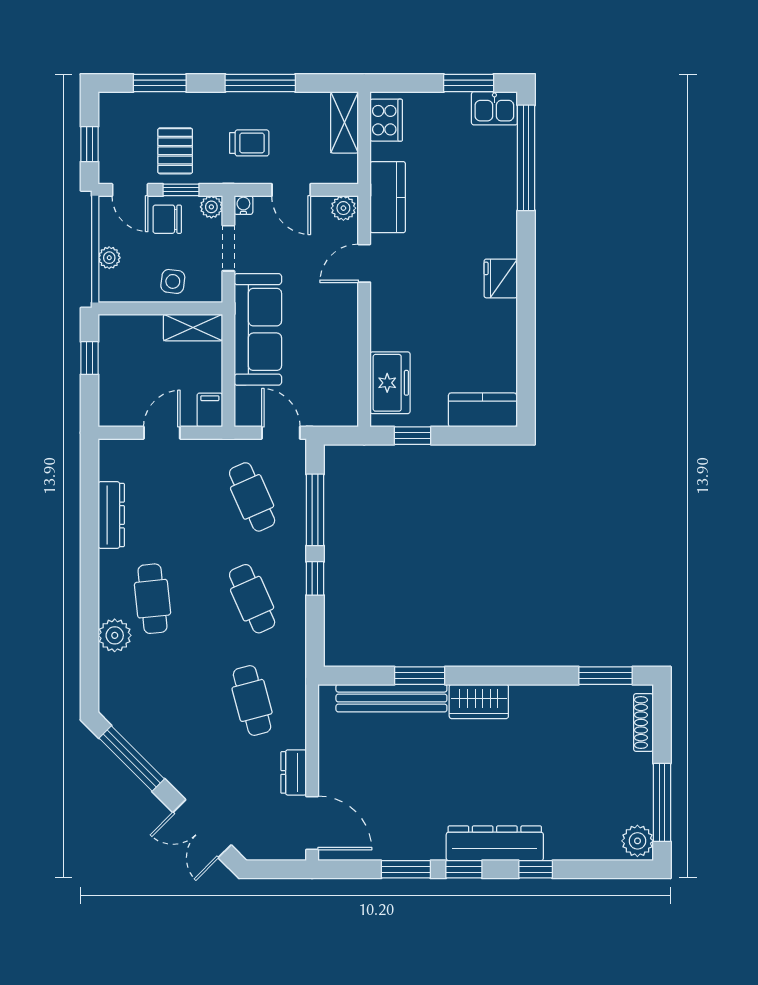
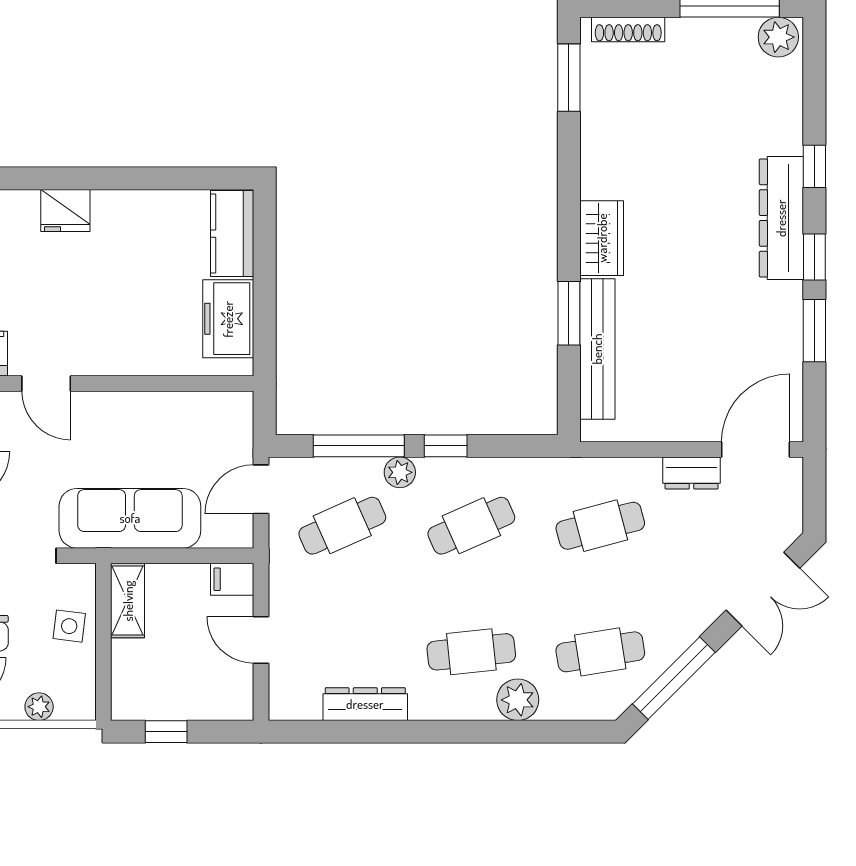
freezer: (390, 383) -> (228, 319), moved, turned -90
window: (413, 436) -> (265, 322), removed
plant: (294, 542) -> (400, 472), added
cafe table: (153, 700) -> (600, 652), added

